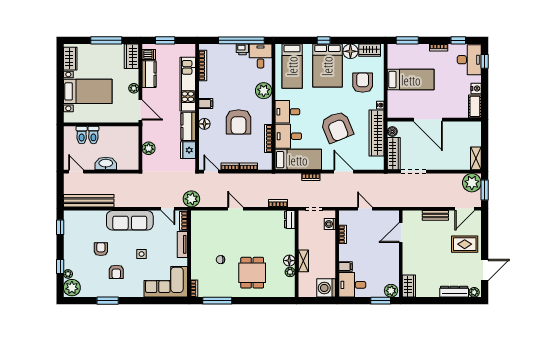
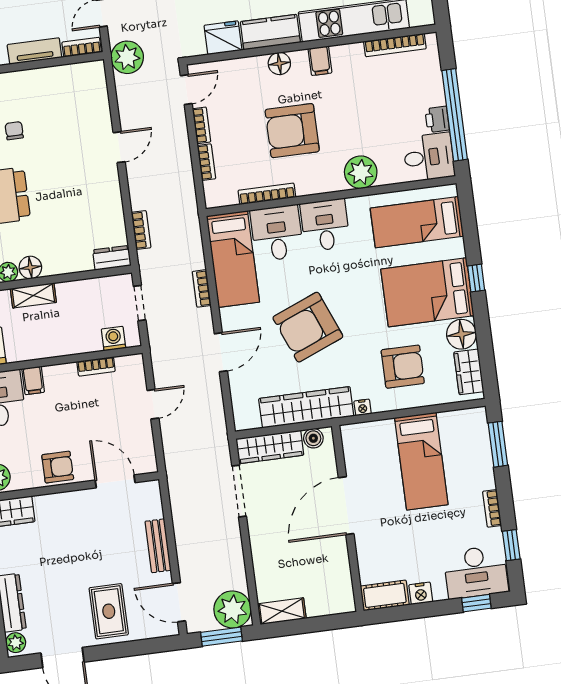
armchair: (390, 260) -> (58, 467), added

